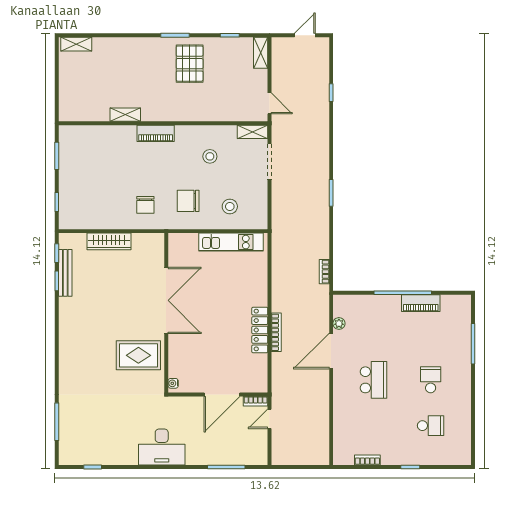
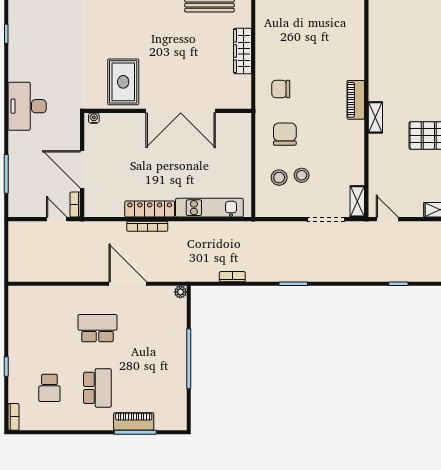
door: (269, 103) -> (387, 219), swing flipped
shelving: (125, 115) -> (375, 117), moved
stool: (210, 156) -> (302, 175), moved
kitchen unit: (231, 242) -> (209, 208), moved, turned 90
bookcase: (324, 272) -> (232, 277), moved
piano: (421, 303) -> (134, 421), moved, turned 90
plant: (339, 323) -> (180, 292), moved
school desk: (373, 380) -> (97, 328), turned 180
school desk: (431, 380) -> (97, 388), width x1.85
bookcase: (367, 460) -> (14, 417), moved

